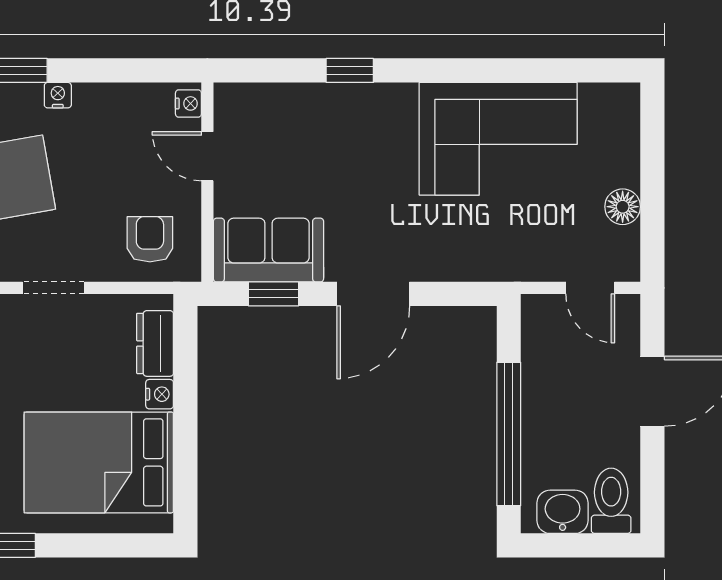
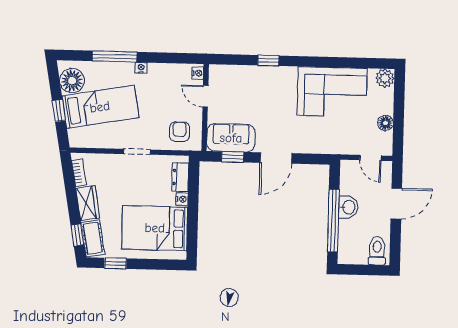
plant: (619, 104) -> (385, 78), added
washbasin: (563, 512) -> (348, 207), moved, turned 90

